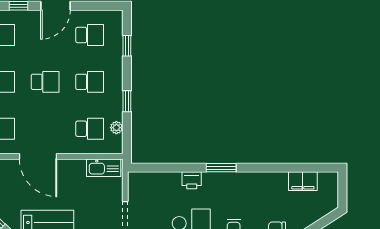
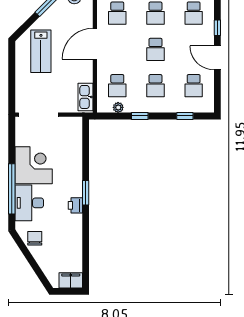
printer: (192, 180) -> (75, 205), moved
filing cabinet: (303, 181) -> (71, 280), moved, turned 90

